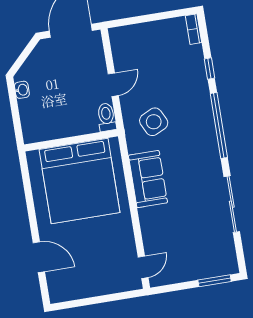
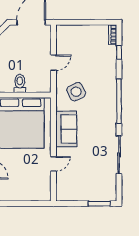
window: (210, 68) -> (119, 52), moved
toilet: (106, 117) -> (20, 83), moved
door: (143, 267) -> (53, 164), moved

